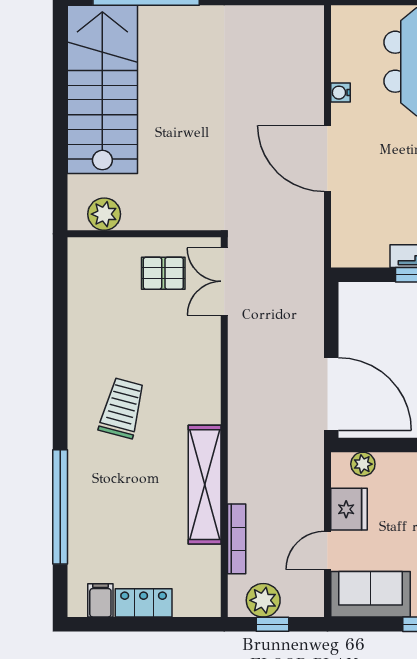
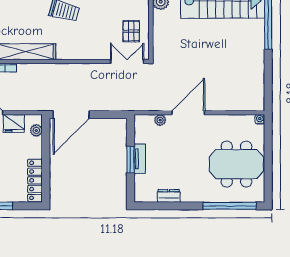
water cooler: (340, 93) -> (260, 119), moved
plant: (342, 215) -> (160, 120), added

